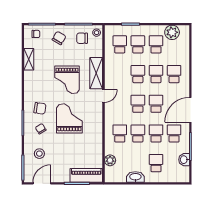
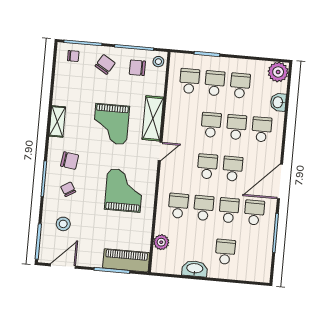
plant: (172, 32) -> (278, 72), moved
shelving: (29, 59) -> (57, 121), moved
grand piano: (69, 118) -> (124, 190), moved
washbasin: (184, 160) -> (278, 102), moved

